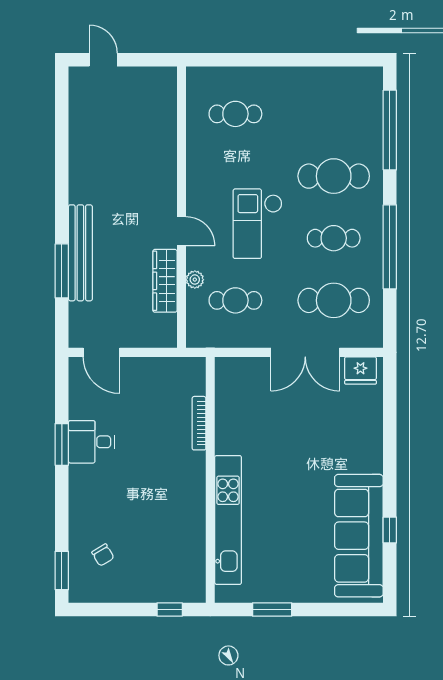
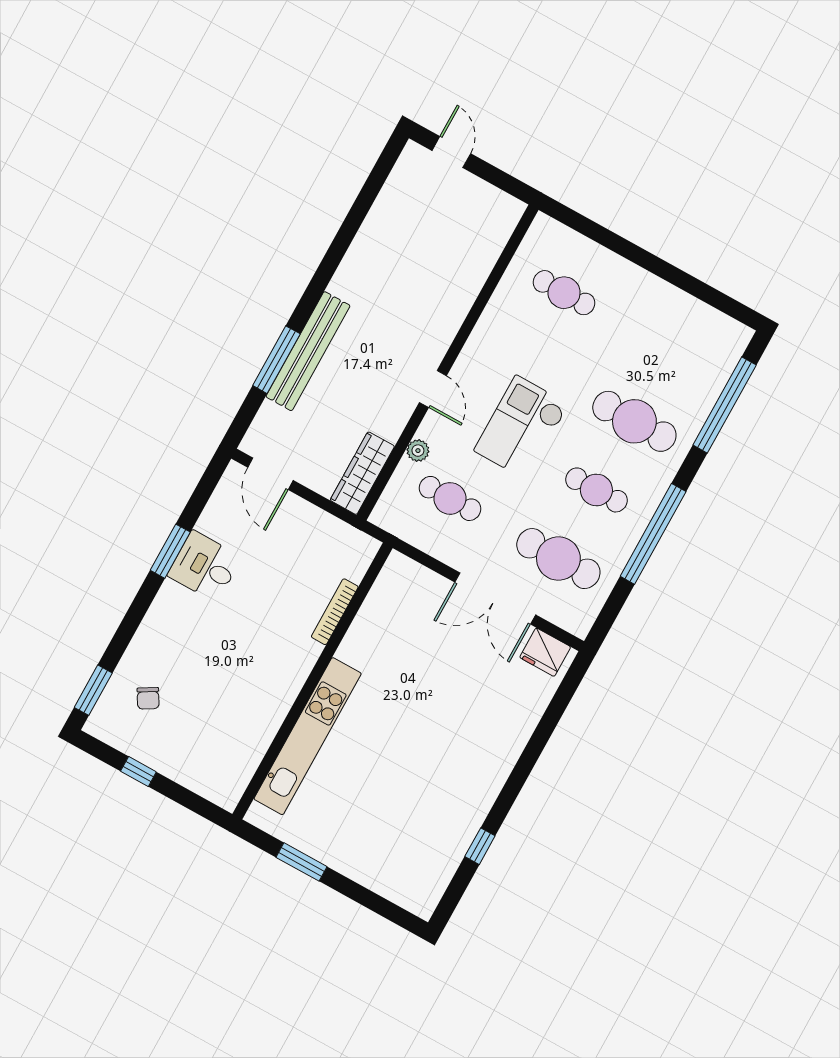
wardrobe: (165, 281) -> (362, 473), moved
sofa: (359, 536) -> (442, 834), removed
window: (170, 609) -> (138, 772), moved

